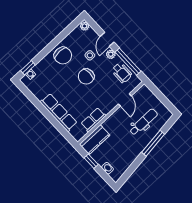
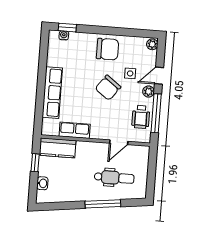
chair: (63, 56) -> (108, 49), turned -90
chair: (86, 76) -> (108, 88), turned -53

